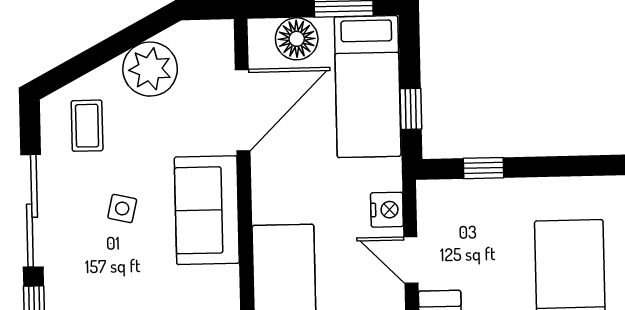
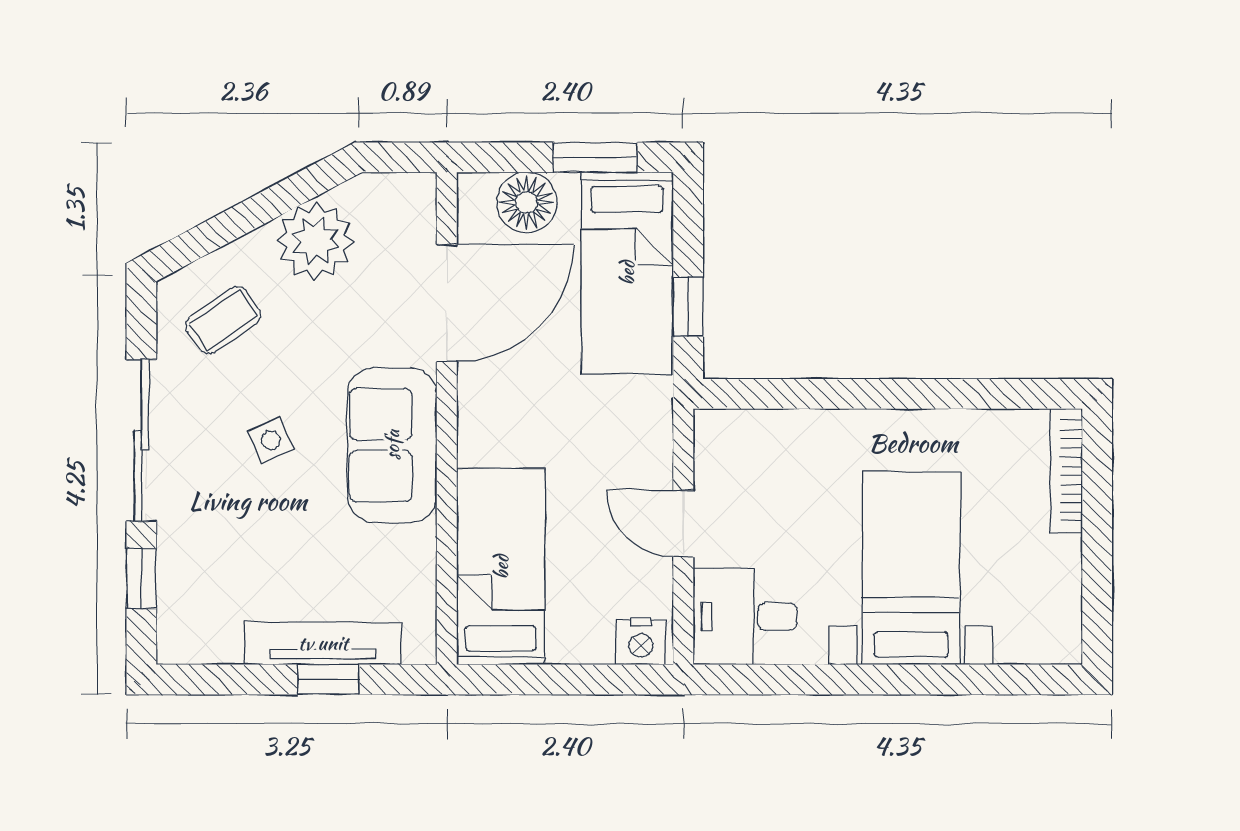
coffee table: (87, 126) -> (223, 320), turned 56
window: (484, 168) -> (790, 394), removed
side table: (122, 208) -> (271, 440), turned -36
nightstand: (387, 210) -> (651, 450), removed

